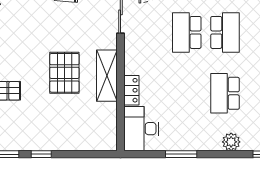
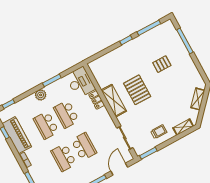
school desk: (187, 93) -> (66, 114), added
school desk: (225, 93) -> (46, 125), turned 180
plant: (231, 142) -> (41, 95), moved

